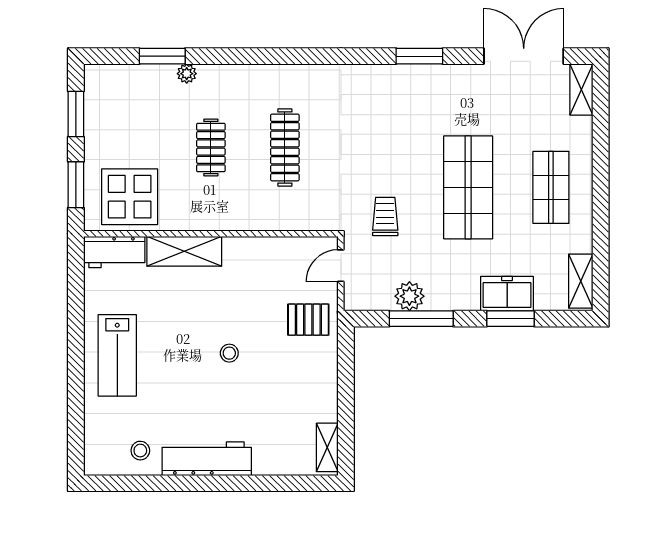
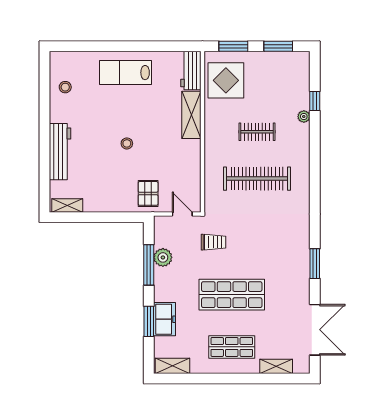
window: (162, 56) -> (315, 101), width x0.67
shelving: (581, 90) -> (276, 366), moved
clothes rail: (285, 148) -> (257, 179), width x1.37, depth x1.31
workbench: (207, 459) -> (60, 152), moved

